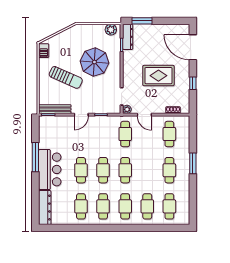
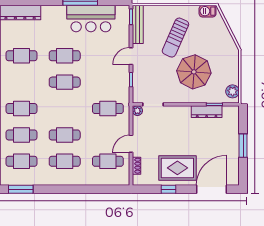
window: (142, 21) -> (243, 146), moved
dresser: (128, 37) -> (207, 112), moved
rug: (158, 76) -> (177, 168), moved, turned 90
door: (81, 115) -> (131, 56), hinge flipped
door: (144, 115) -> (131, 144), moved
window: (193, 163) -> (21, 189), moved
bar counter: (50, 169) -> (91, 19), moved
cafe table: (125, 170) -> (65, 135), moved
cafe table: (103, 206) -> (21, 82), removed

